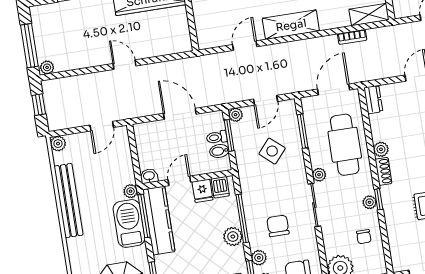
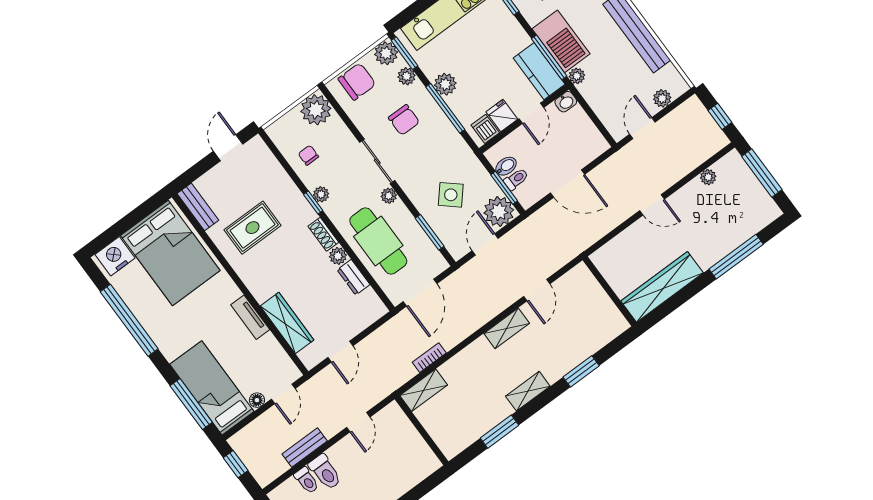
shelving: (291, 25) -> (507, 328), width x0.67, depth x0.75
plant: (47, 67) -> (708, 177), moved
dresser: (373, 100) -> (353, 277), moved
plant: (236, 115) -> (499, 211), width x1.88, depth x1.88
plant: (58, 144) -> (662, 98), moved
kitchen counter: (159, 221) -> (539, 71), width x0.67

